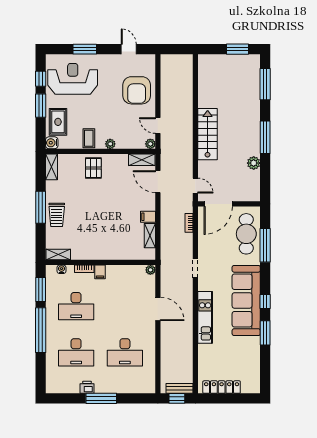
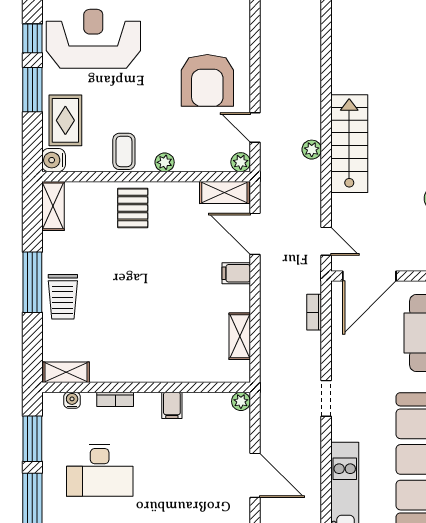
armchair: (137, 90) -> (207, 80), moved
plant: (188, 137) -> (312, 150), added
filing cabinet: (148, 217) -> (236, 273), moved
filing cabinet: (100, 272) -> (172, 405), moved

